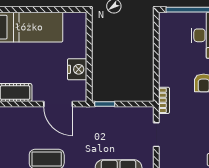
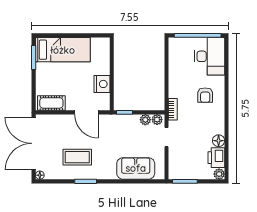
plant: (130, 113) -> (145, 120), added
plant: (145, 113) -> (157, 120), added

